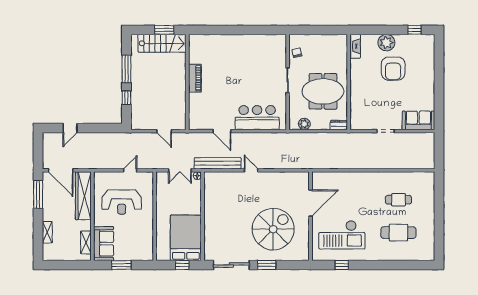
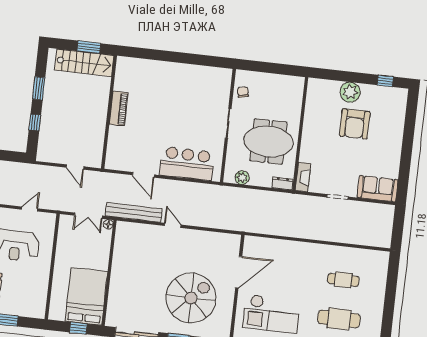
fireplace: (355, 46) -> (303, 177), moved
window: (126, 69) -> (39, 88), width x0.69

